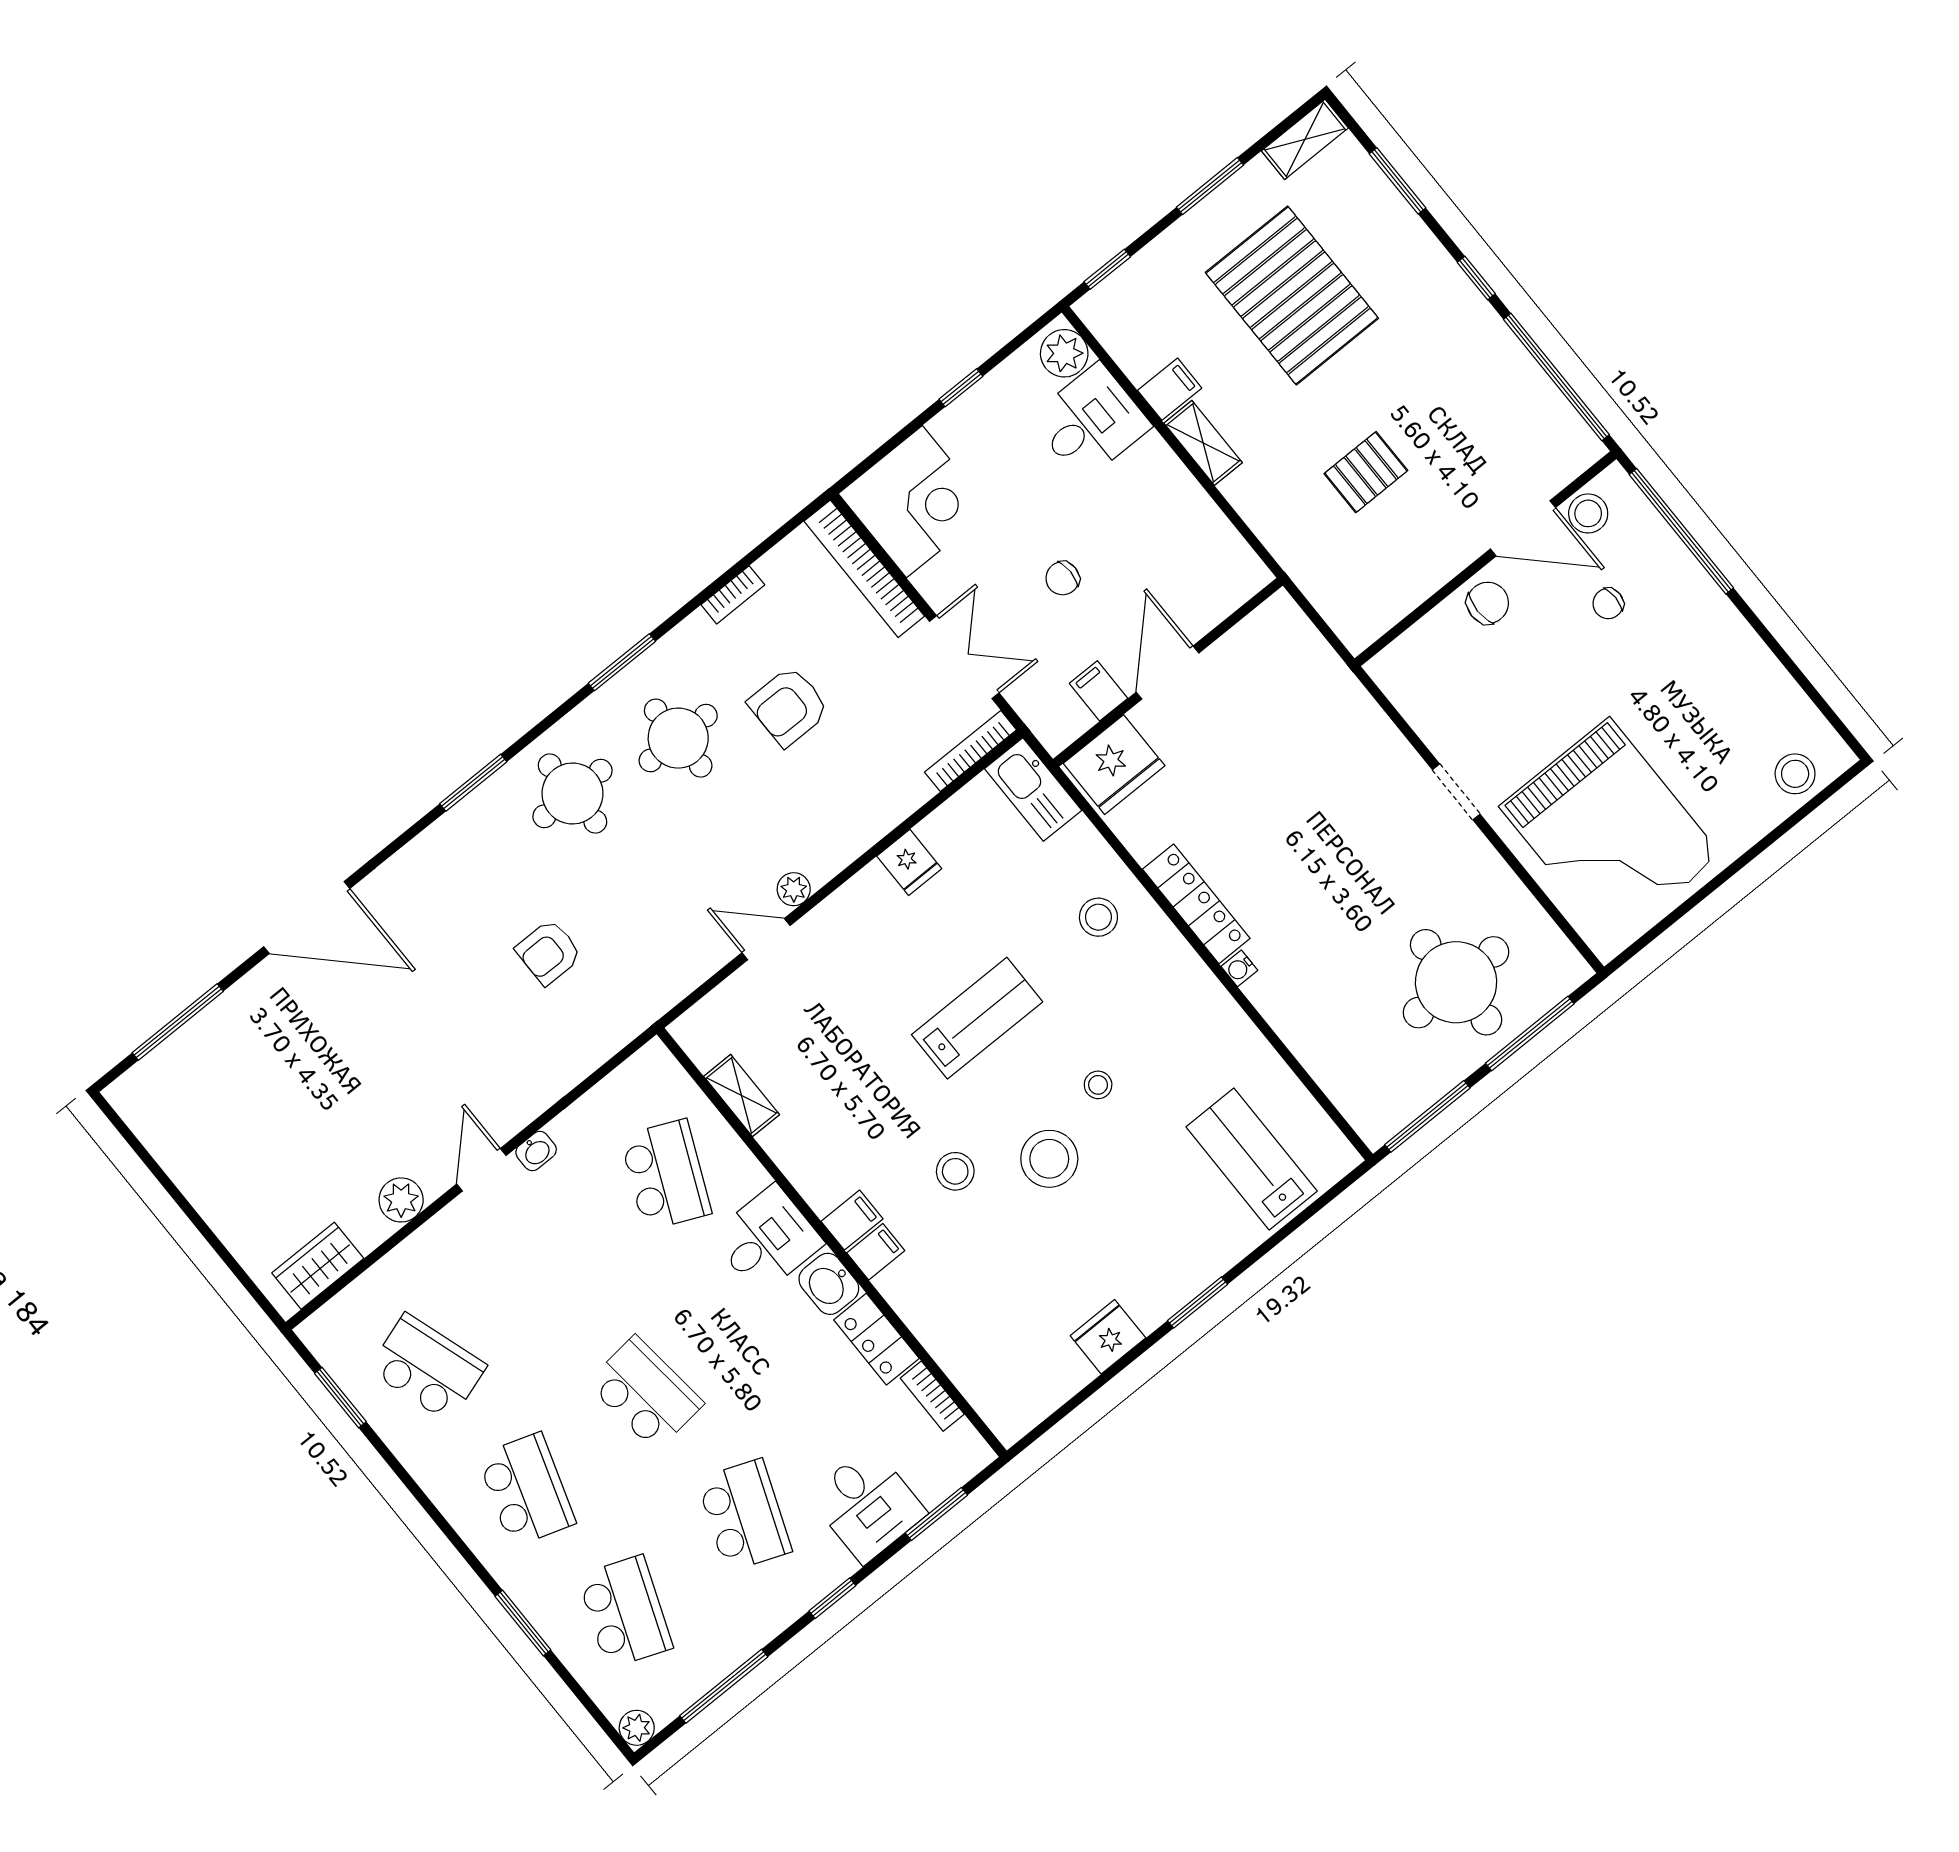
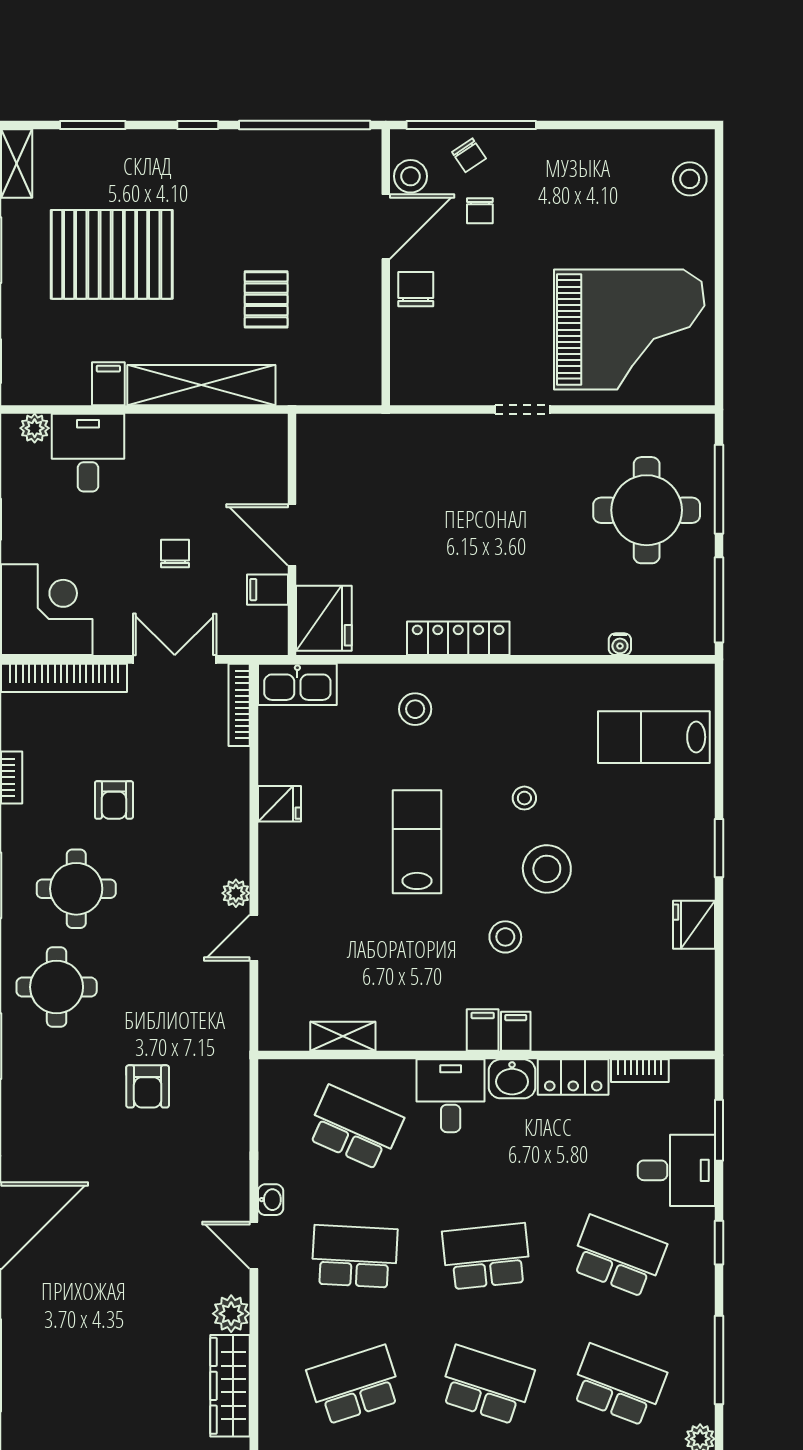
plant: (1064, 353) -> (35, 428), width x0.73, depth x0.73
shelving: (1203, 443) -> (201, 385), width x2.20, depth x1.33
chair: (1651, 552) -> (469, 155), added
chair: (1063, 578) -> (175, 554), turned 180
armchair: (789, 706) -> (114, 800), width x0.72, depth x0.72
water cooler: (1239, 968) -> (620, 644), moved
wardrobe: (318, 1266) -> (230, 1386), width x1.50
school desk: (547, 1271) -> (355, 1256), added

